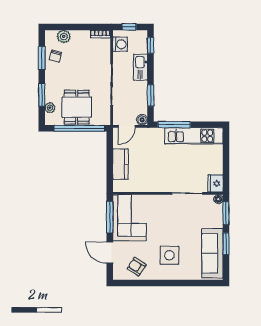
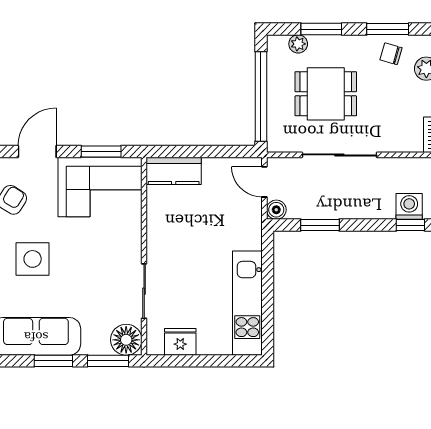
washing machine: (120, 44) -> (409, 206), moved, turned 180
kitchen sink: (141, 67) -> (371, 207), removed
dining table: (77, 107) -> (326, 94), moved
window: (174, 125) -> (268, 267), removed
kitchen counter: (120, 164) -> (174, 171), moved
fridge: (215, 183) -> (180, 342), moved
floor lamp: (218, 199) -> (126, 340), width x1.89, depth x1.89
window: (110, 217) -> (101, 152), width x0.69

